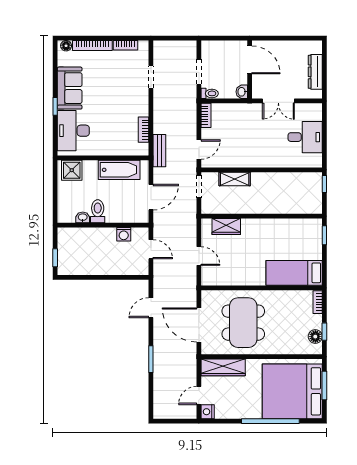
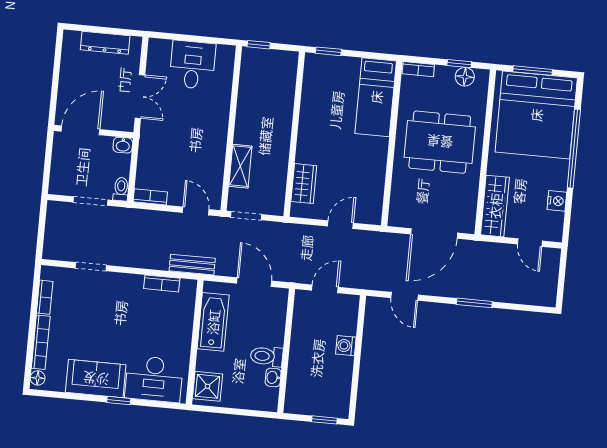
washing machine: (124, 234) -> (346, 346), moved, turned 180
dining table: (243, 323) -> (440, 142), moved
nightstand: (208, 412) -> (557, 201), moved, turned -90

